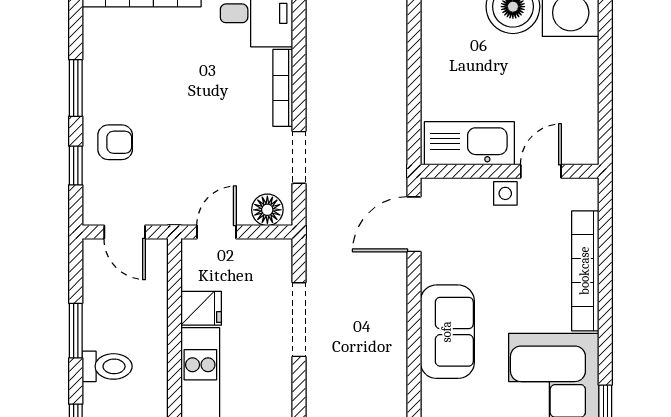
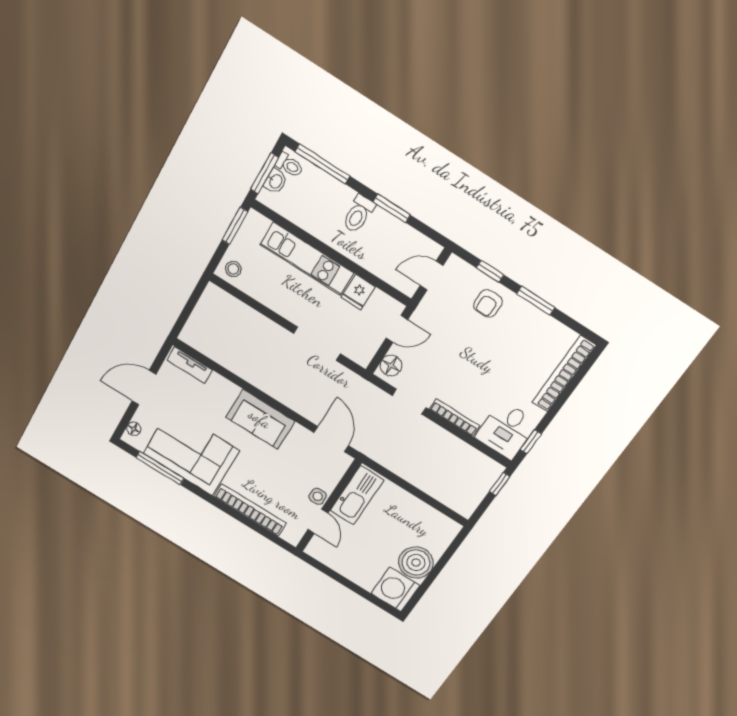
door: (216, 232) -> (397, 329), hinge flipped

